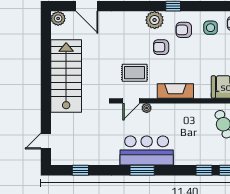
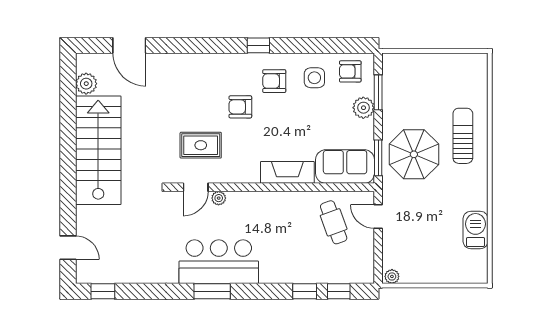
plant: (58, 18) -> (86, 84), moved
plant: (155, 20) -> (231, 66), removed
fireplace: (175, 91) -> (287, 172), moved
door: (46, 141) -> (68, 248), swing flipped
window: (80, 170) -> (103, 291), moved

